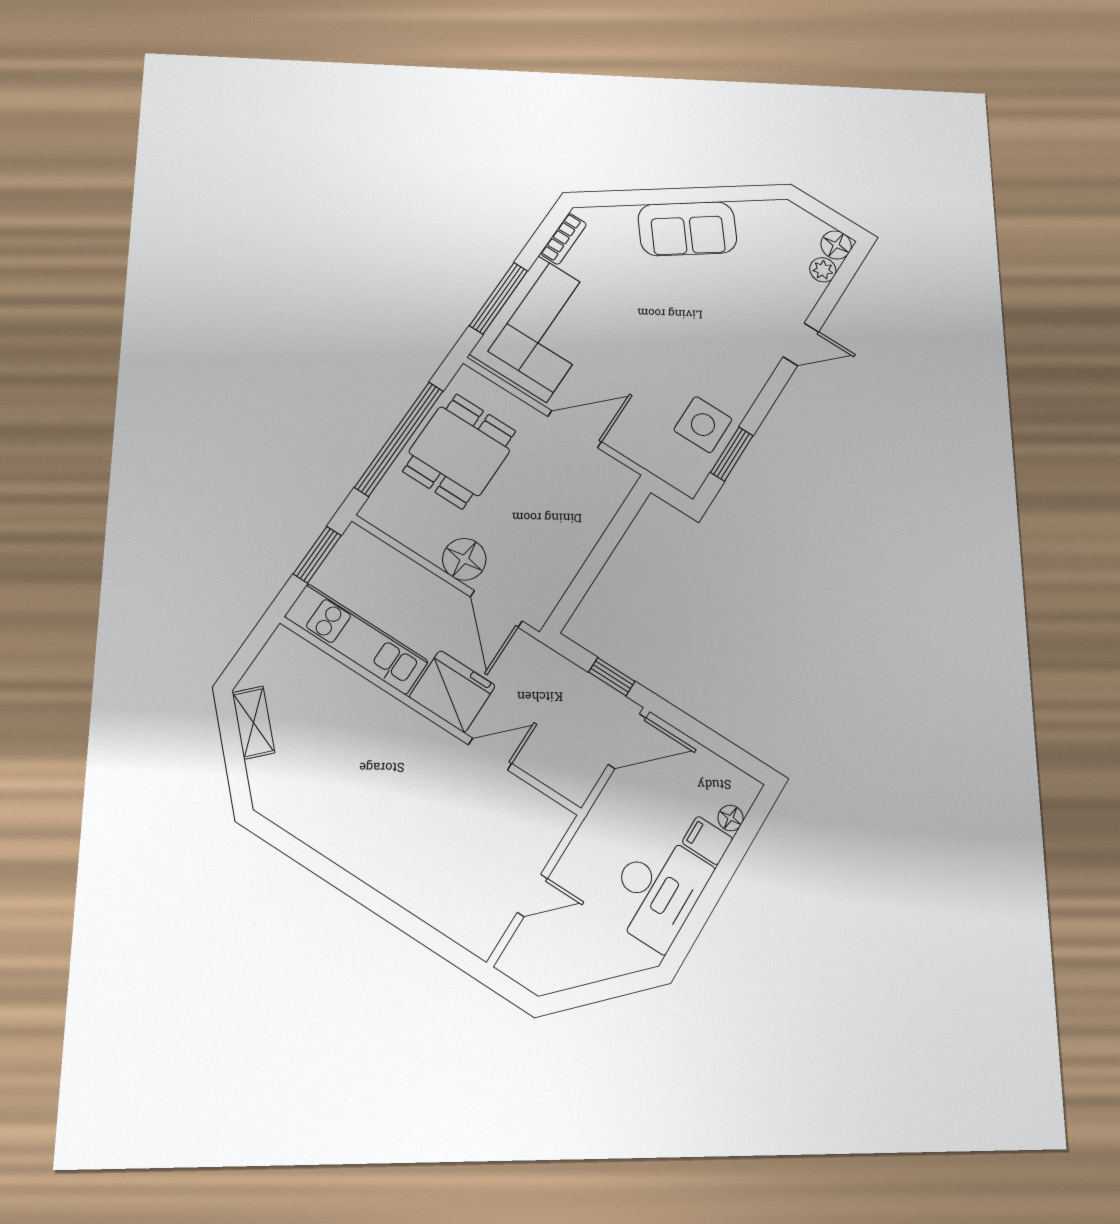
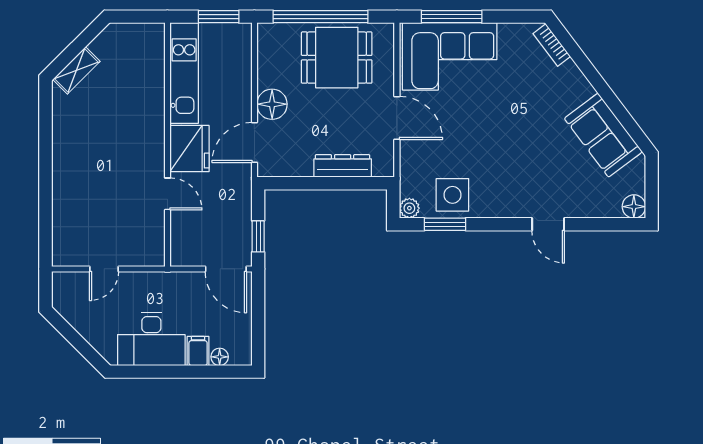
sofa: (687, 229) -> (603, 135), moved
bookcase: (563, 239) -> (552, 45), moved, turned 53
plant: (823, 270) -> (409, 208), moved
dresser: (591, 525) -> (343, 166), added
shelving: (254, 723) -> (76, 70), moved
door: (532, 895) -> (104, 269), hinge flipped

